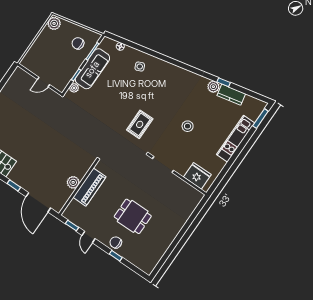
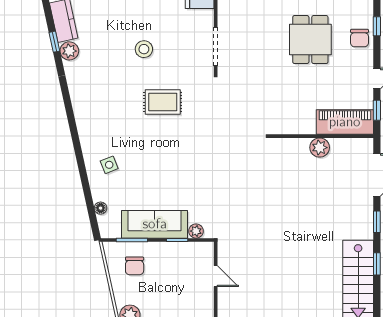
rug: (140, 124) -> (163, 102), moved
piano: (90, 187) -> (345, 122), moved

